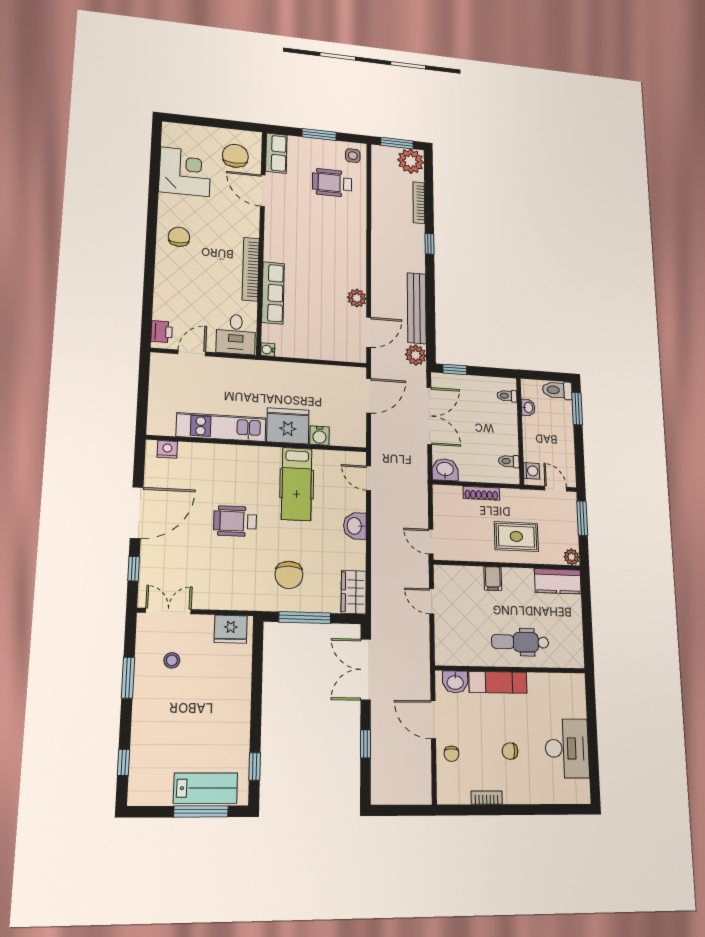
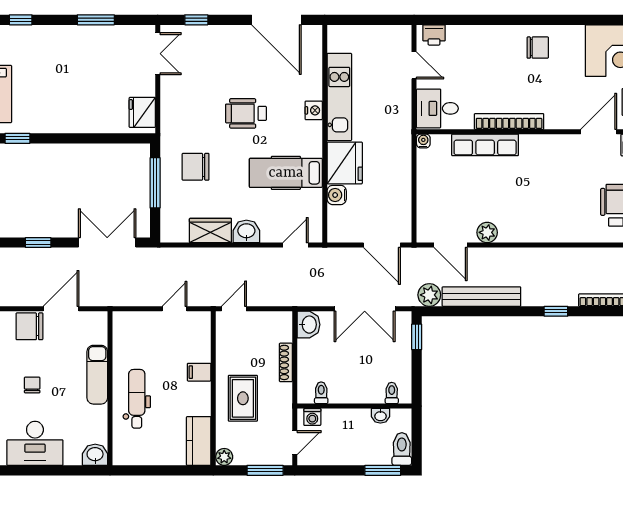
nightstand: (167, 449) -> (314, 110), moved
door: (137, 513) -> (276, 20), moved
wheelchair: (235, 521) -> (246, 113), turned -90
wardrobe: (354, 592) -> (210, 230), moved
stool: (172, 660) -> (112, 59), removed
washbasin: (455, 682) -> (95, 455), moved, turned 90
chair: (451, 754) -> (29, 326), width x1.87, depth x1.87

